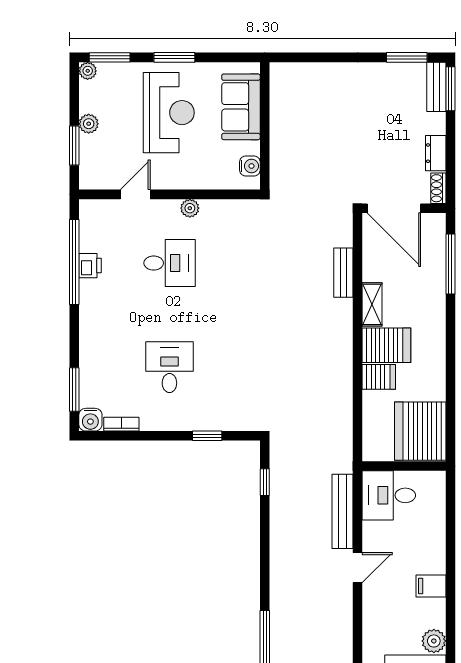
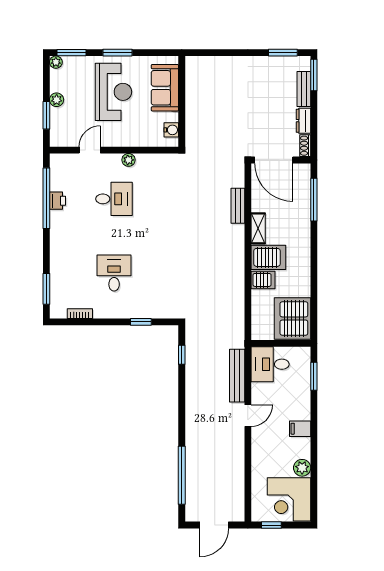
bench: (436, 87) -> (304, 89), moved
water cooler: (90, 420) -> (58, 310), removed
window: (450, 512) -> (314, 376), added

